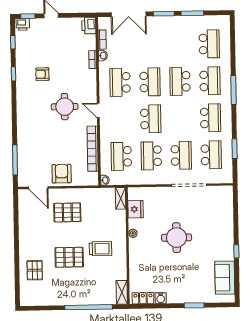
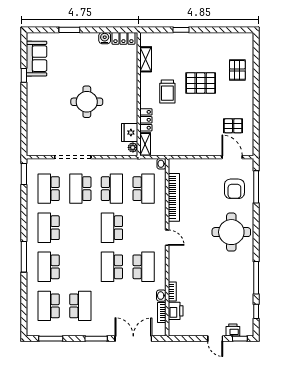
window: (192, 13) -> (51, 339), moved
printer: (23, 24) -> (233, 330), moved
printer: (89, 26) -> (176, 311), moved
window: (13, 74) -> (256, 278), width x2.17
armchair: (42, 74) -> (226, 277), removed
school desk: (180, 81) -> (80, 306), moved
round table: (65, 107) -> (231, 232), moved, width x1.36, depth x1.36
window: (235, 149) -> (24, 174), moved
armchair: (62, 174) -> (234, 189), moved
pallet: (67, 212) -> (233, 126), moved, width x0.67, depth x0.71
locker: (120, 221) -> (146, 120), added
plant: (133, 233) -> (133, 147), moved
trolley: (100, 249) -> (167, 91), turned -90
window: (236, 251) -> (24, 75), moved
shelving: (122, 292) -> (146, 59), moved
window: (89, 307) -> (181, 30), width x0.32

